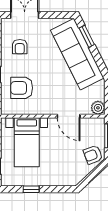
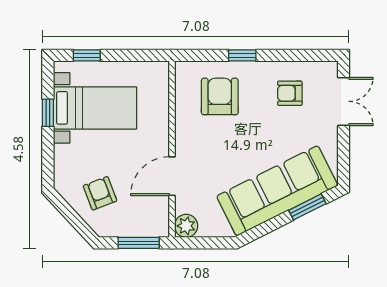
bed with nightstands: (27, 142) -> (95, 108), moved, turned 180
armchair: (93, 155) -> (100, 193), moved

